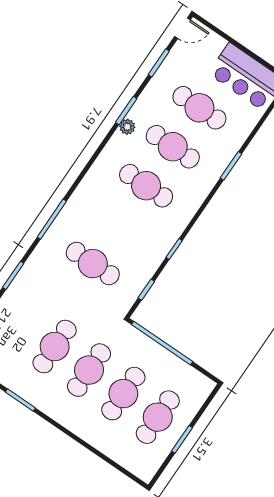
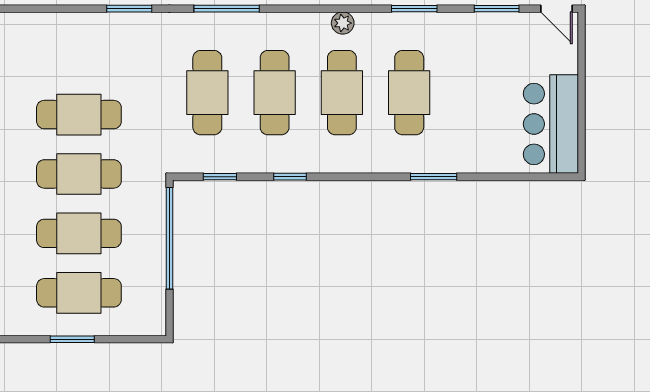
cafe table: (199, 108) -> (275, 93), moved
plant: (127, 127) -> (343, 23), moved

